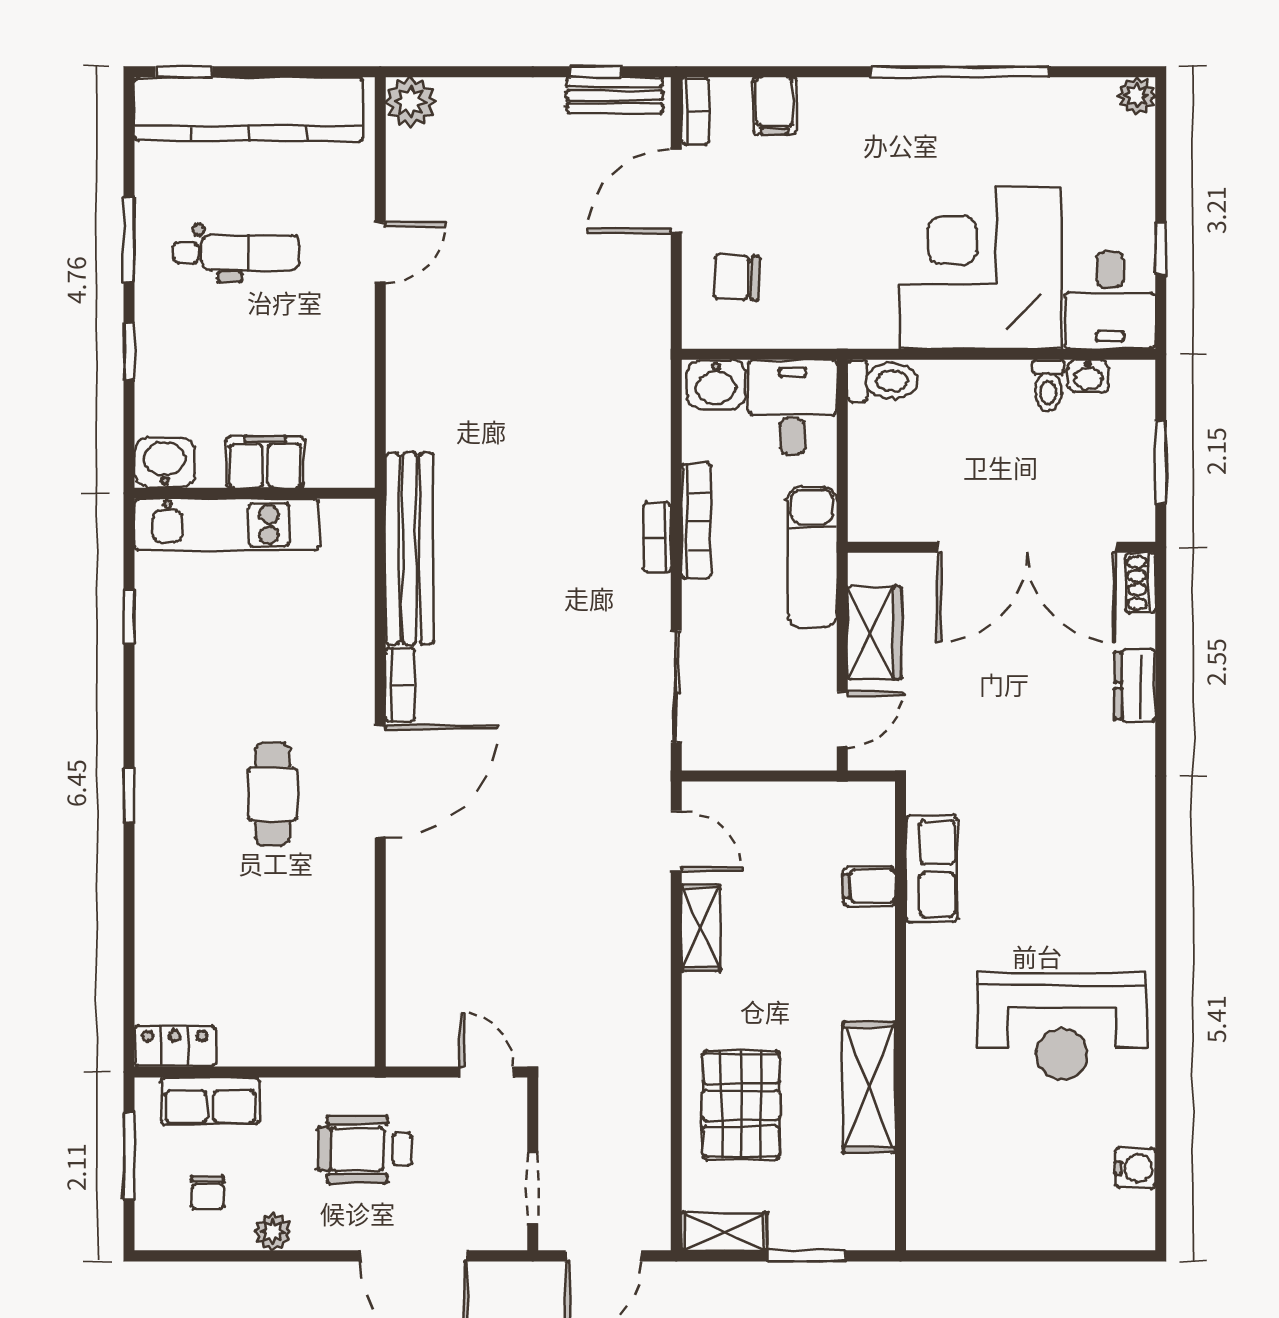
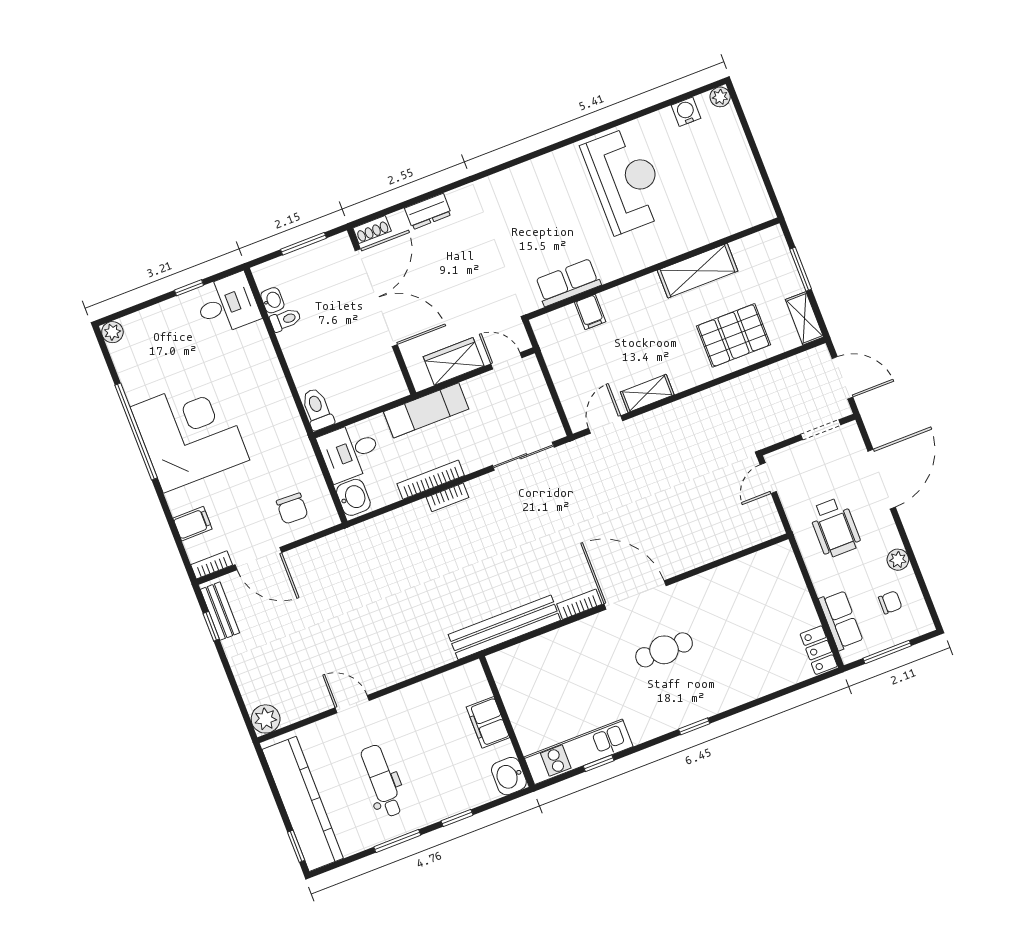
corner desk: (980, 268) -> (190, 433), moved, turned 180
kitchen unit: (227, 525) -> (578, 752), moved, turned -90
plant: (1138, 1233) -> (720, 97), added

